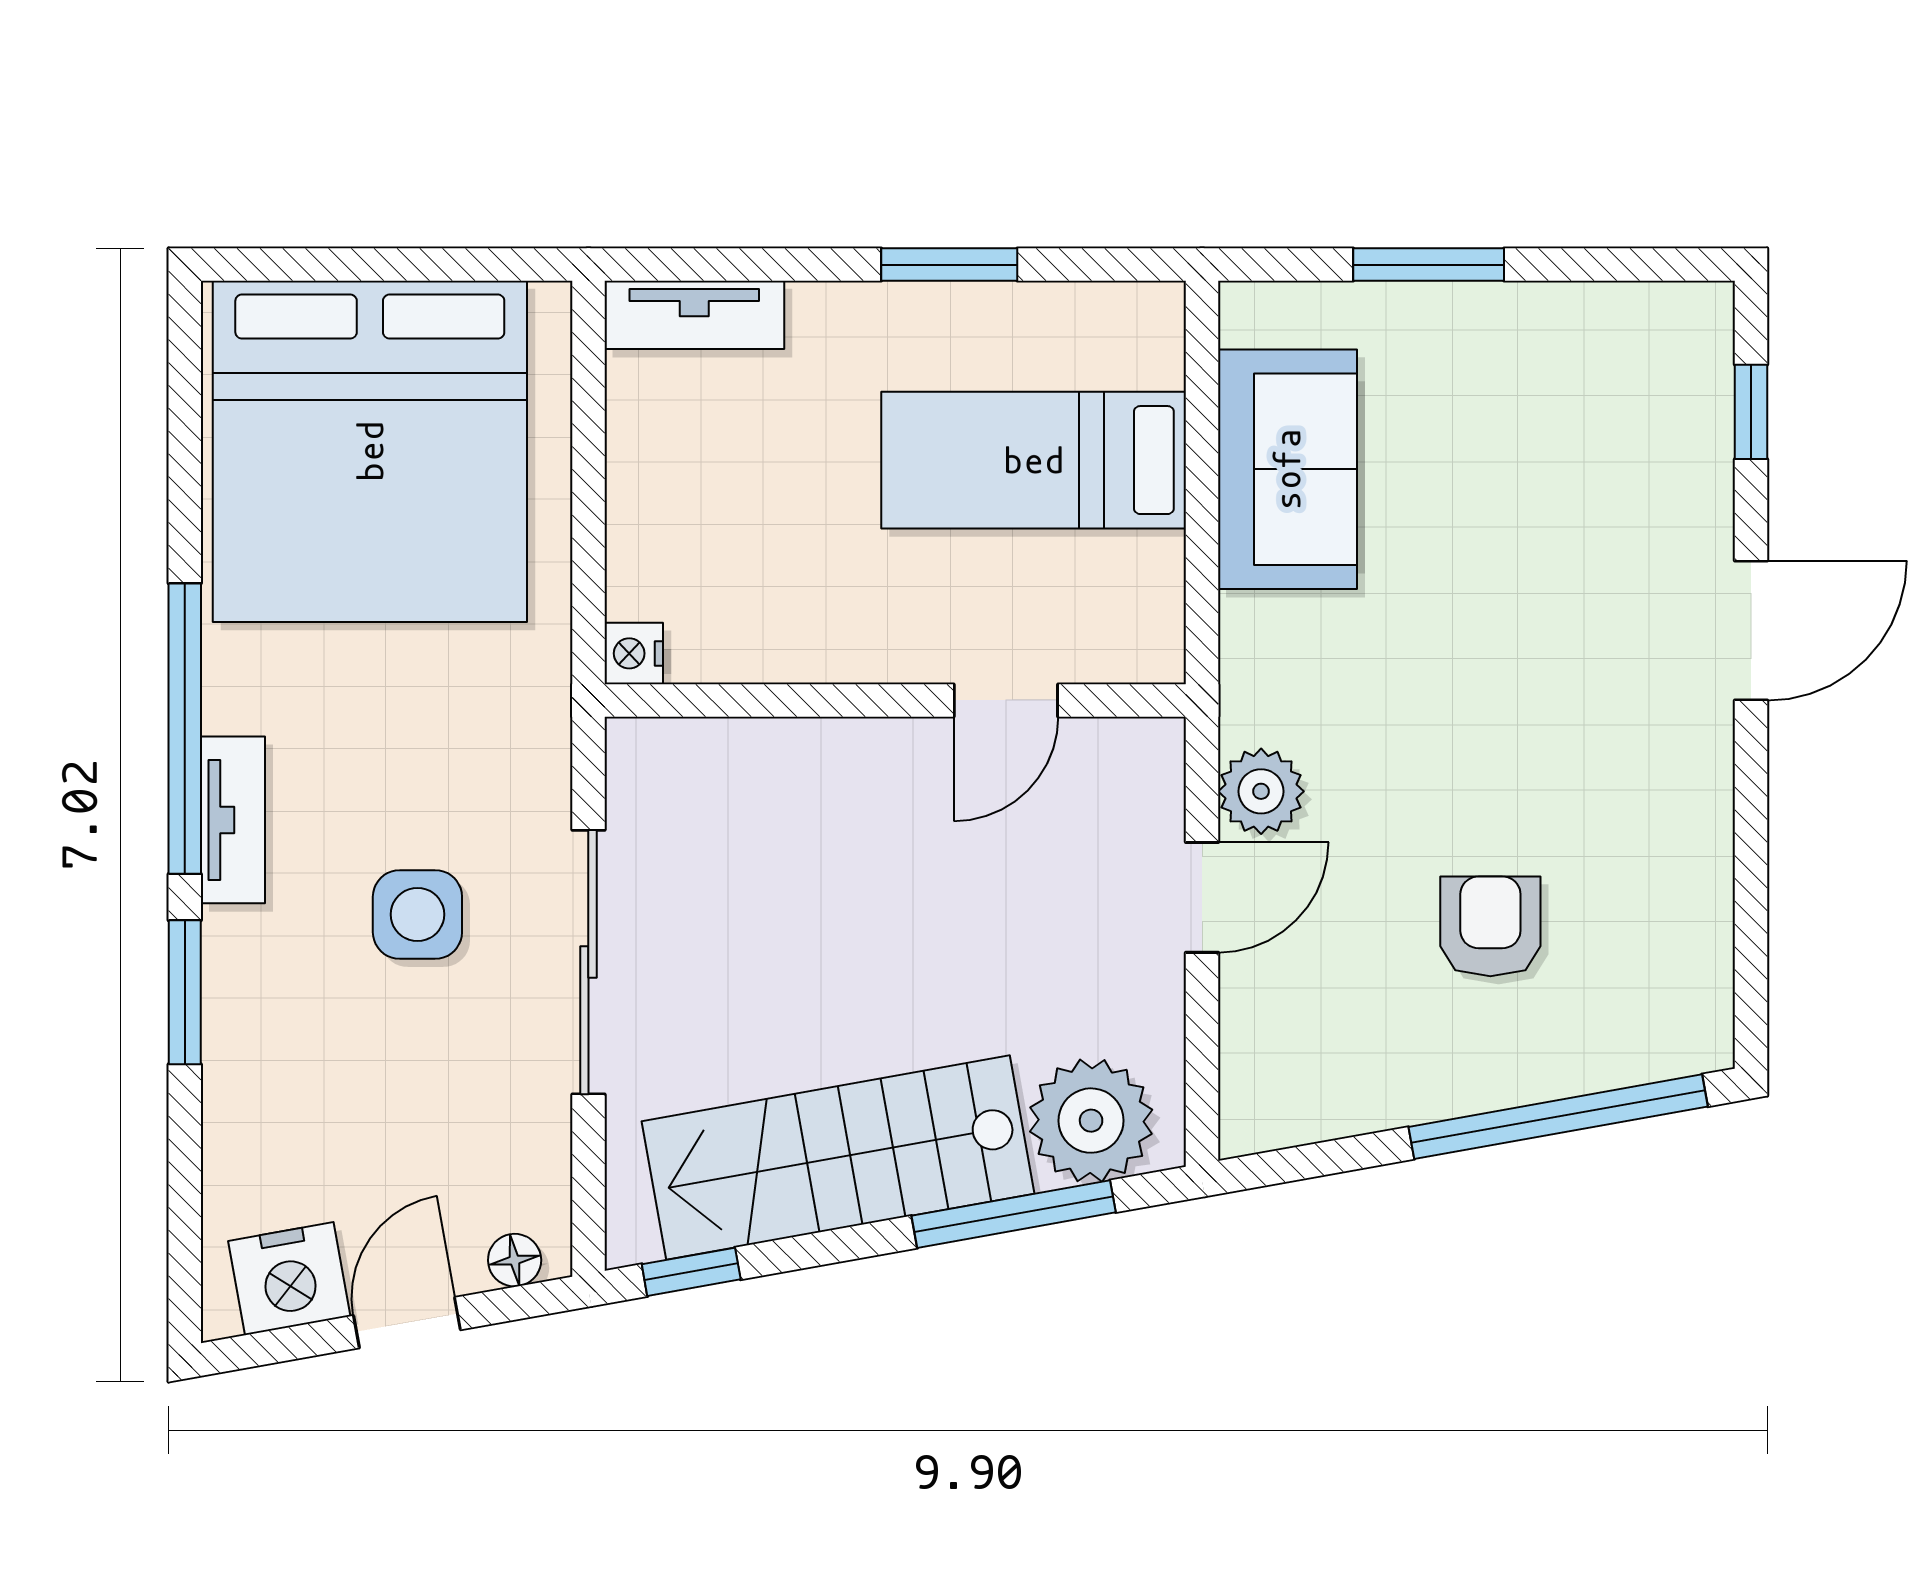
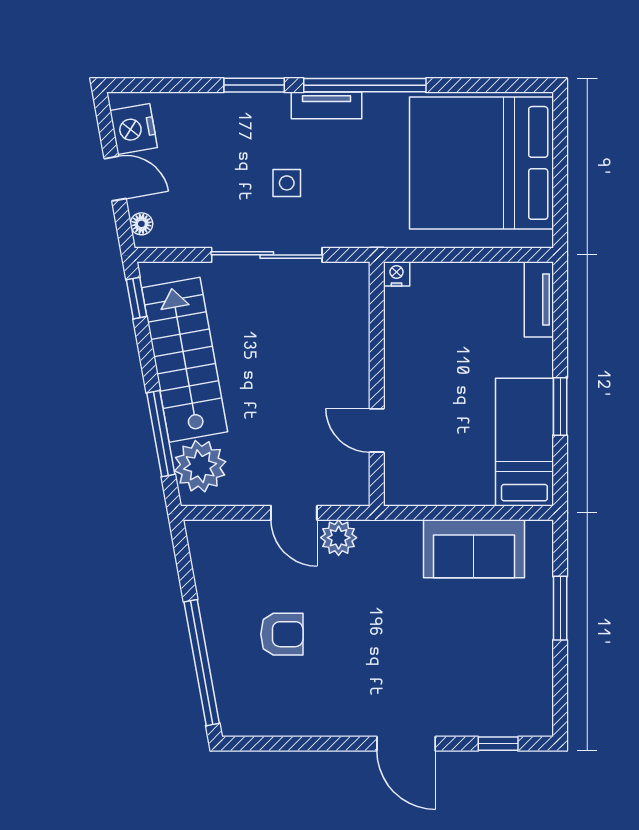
bed: (1034, 460) -> (524, 442), moved
side table: (417, 914) -> (287, 183), width x0.73, depth x0.73

